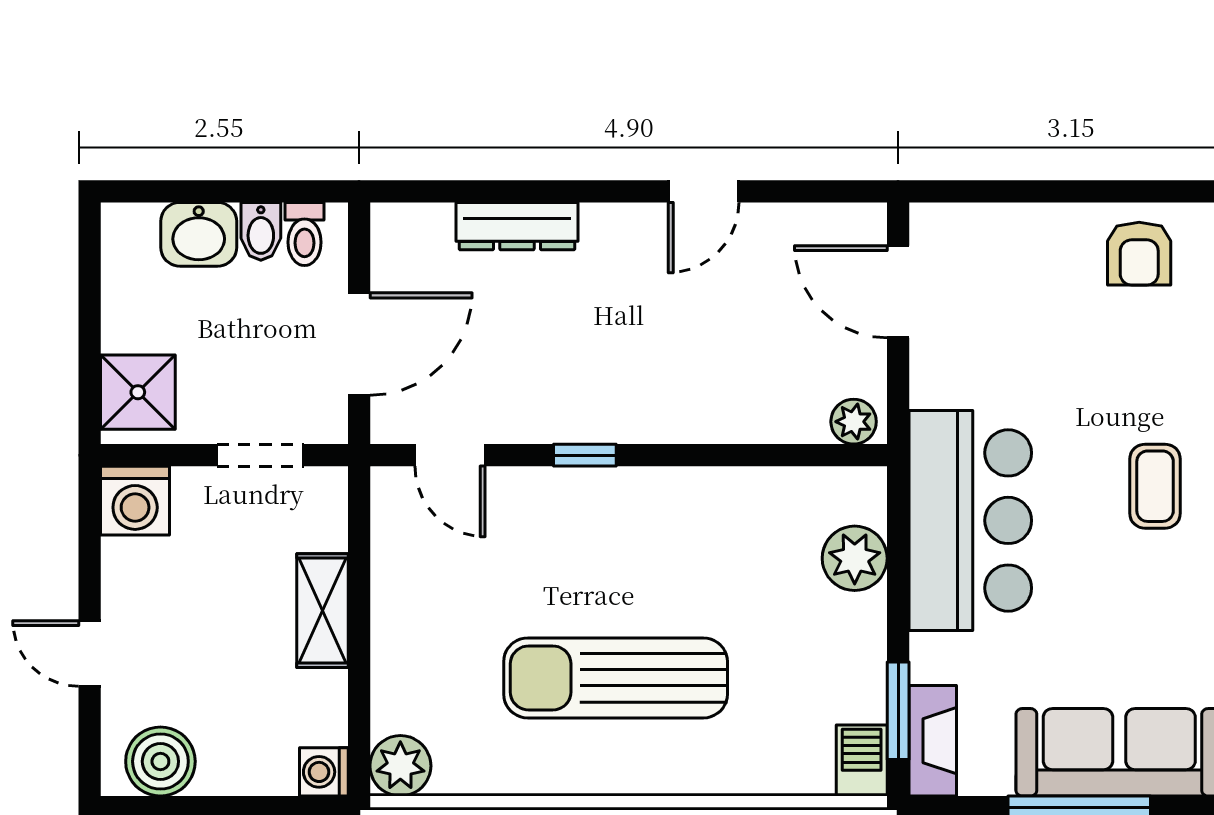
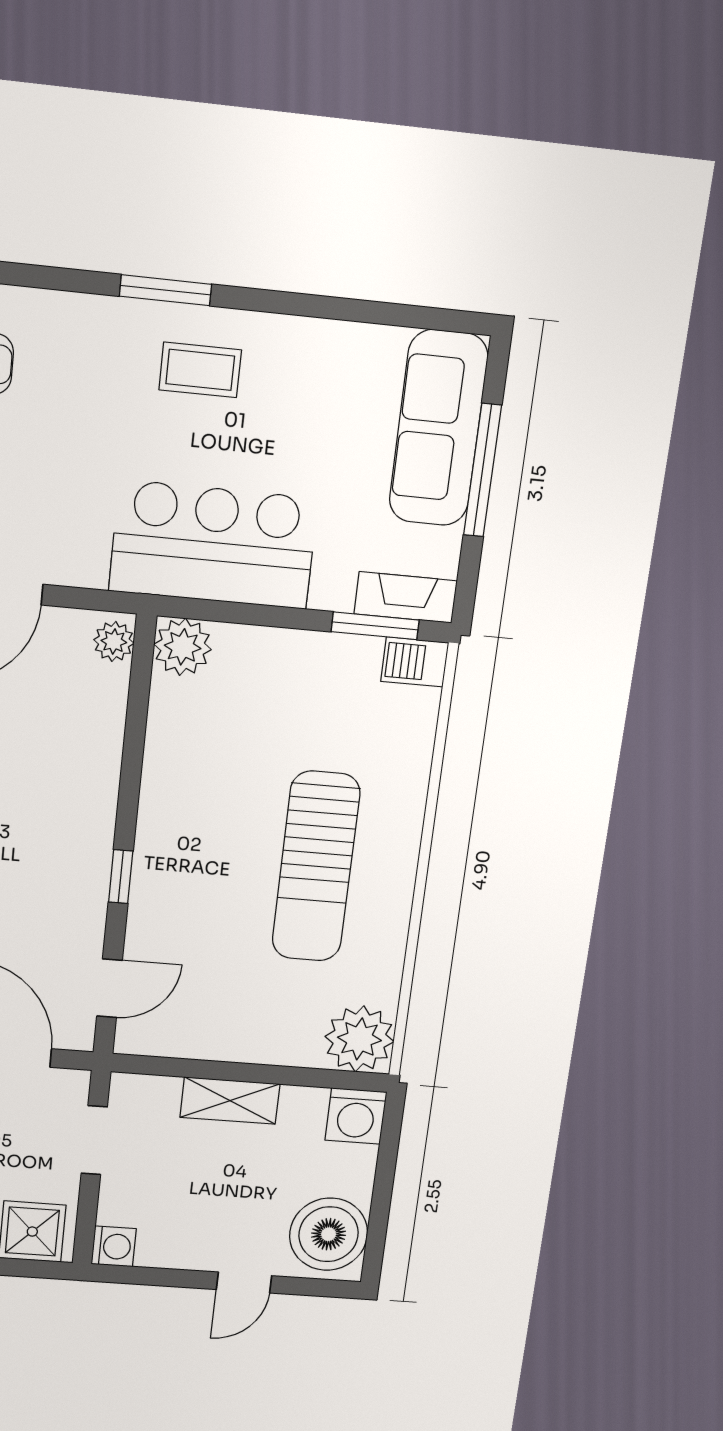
washing machine: (135, 501) -> (114, 1246), width x0.73, depth x0.73
plant: (855, 558) -> (183, 647), moved
boiler: (160, 761) -> (329, 1234), width x1.37, depth x1.37
plant: (400, 766) -> (359, 1039), width x1.36, depth x1.36
washing machine: (324, 772) -> (356, 1116), width x1.38, depth x1.38

